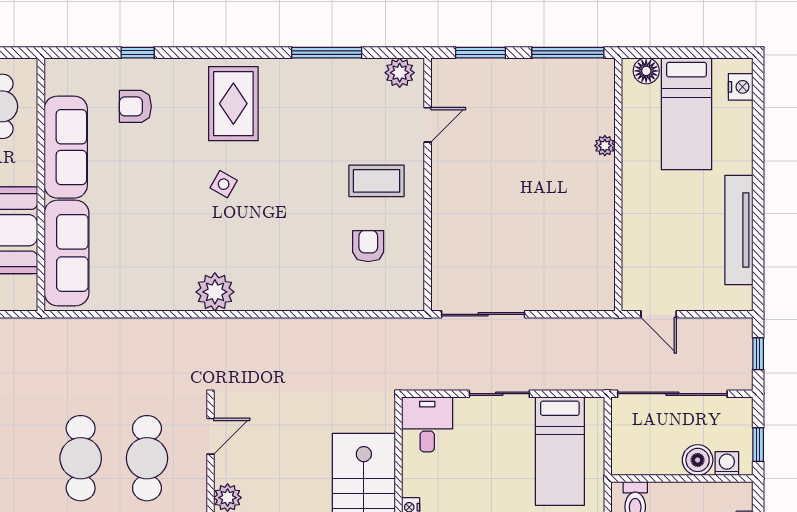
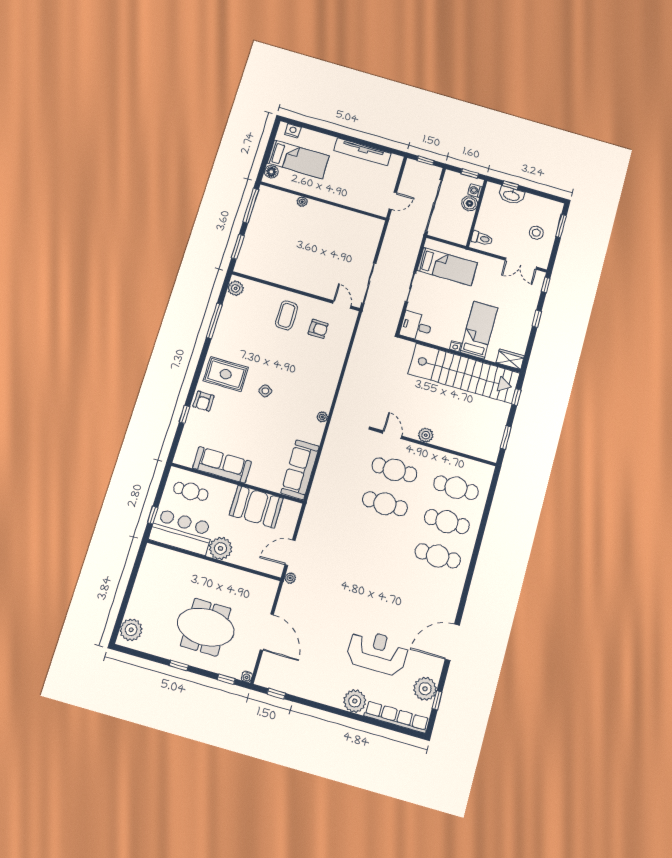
armchair: (135, 106) -> (204, 401), moved
door: (428, 125) -> (342, 305), moved
armchair: (368, 246) -> (318, 329), turned 180
sofa: (67, 253) -> (300, 470), moved, turned -90
plant: (215, 292) -> (322, 417), width x0.53, depth x0.53

